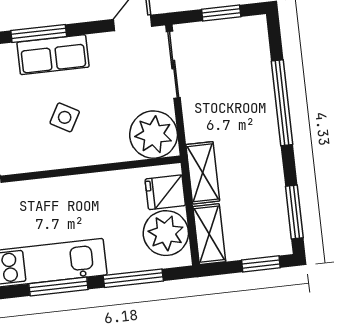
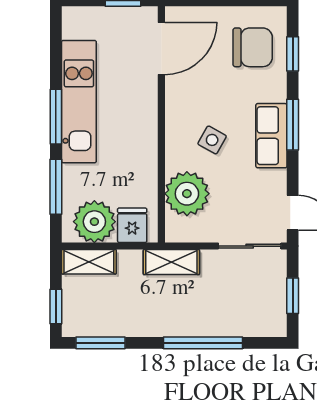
plant: (154, 135) -> (187, 194), moved
shelving: (203, 173) -> (171, 262), moved

